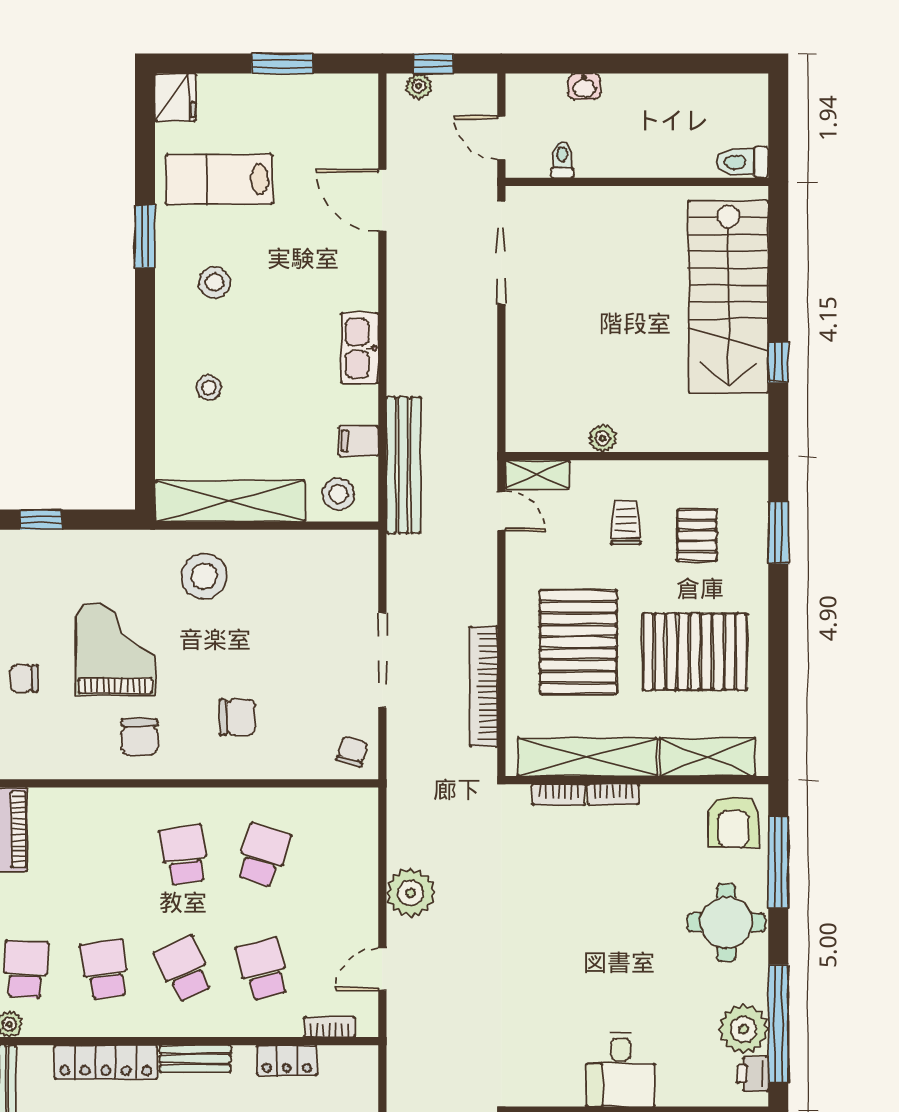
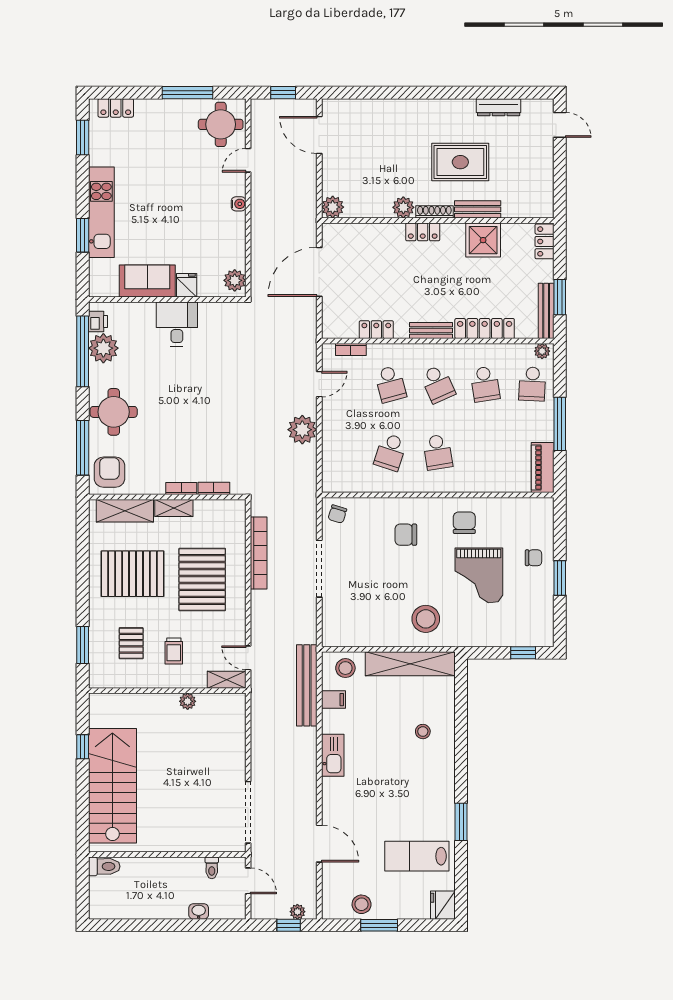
lab bench: (219, 179) -> (417, 856), turned 180
stool: (214, 282) -> (362, 904), moved
shelving: (587, 757) -> (174, 508), width x0.45, depth x0.75

